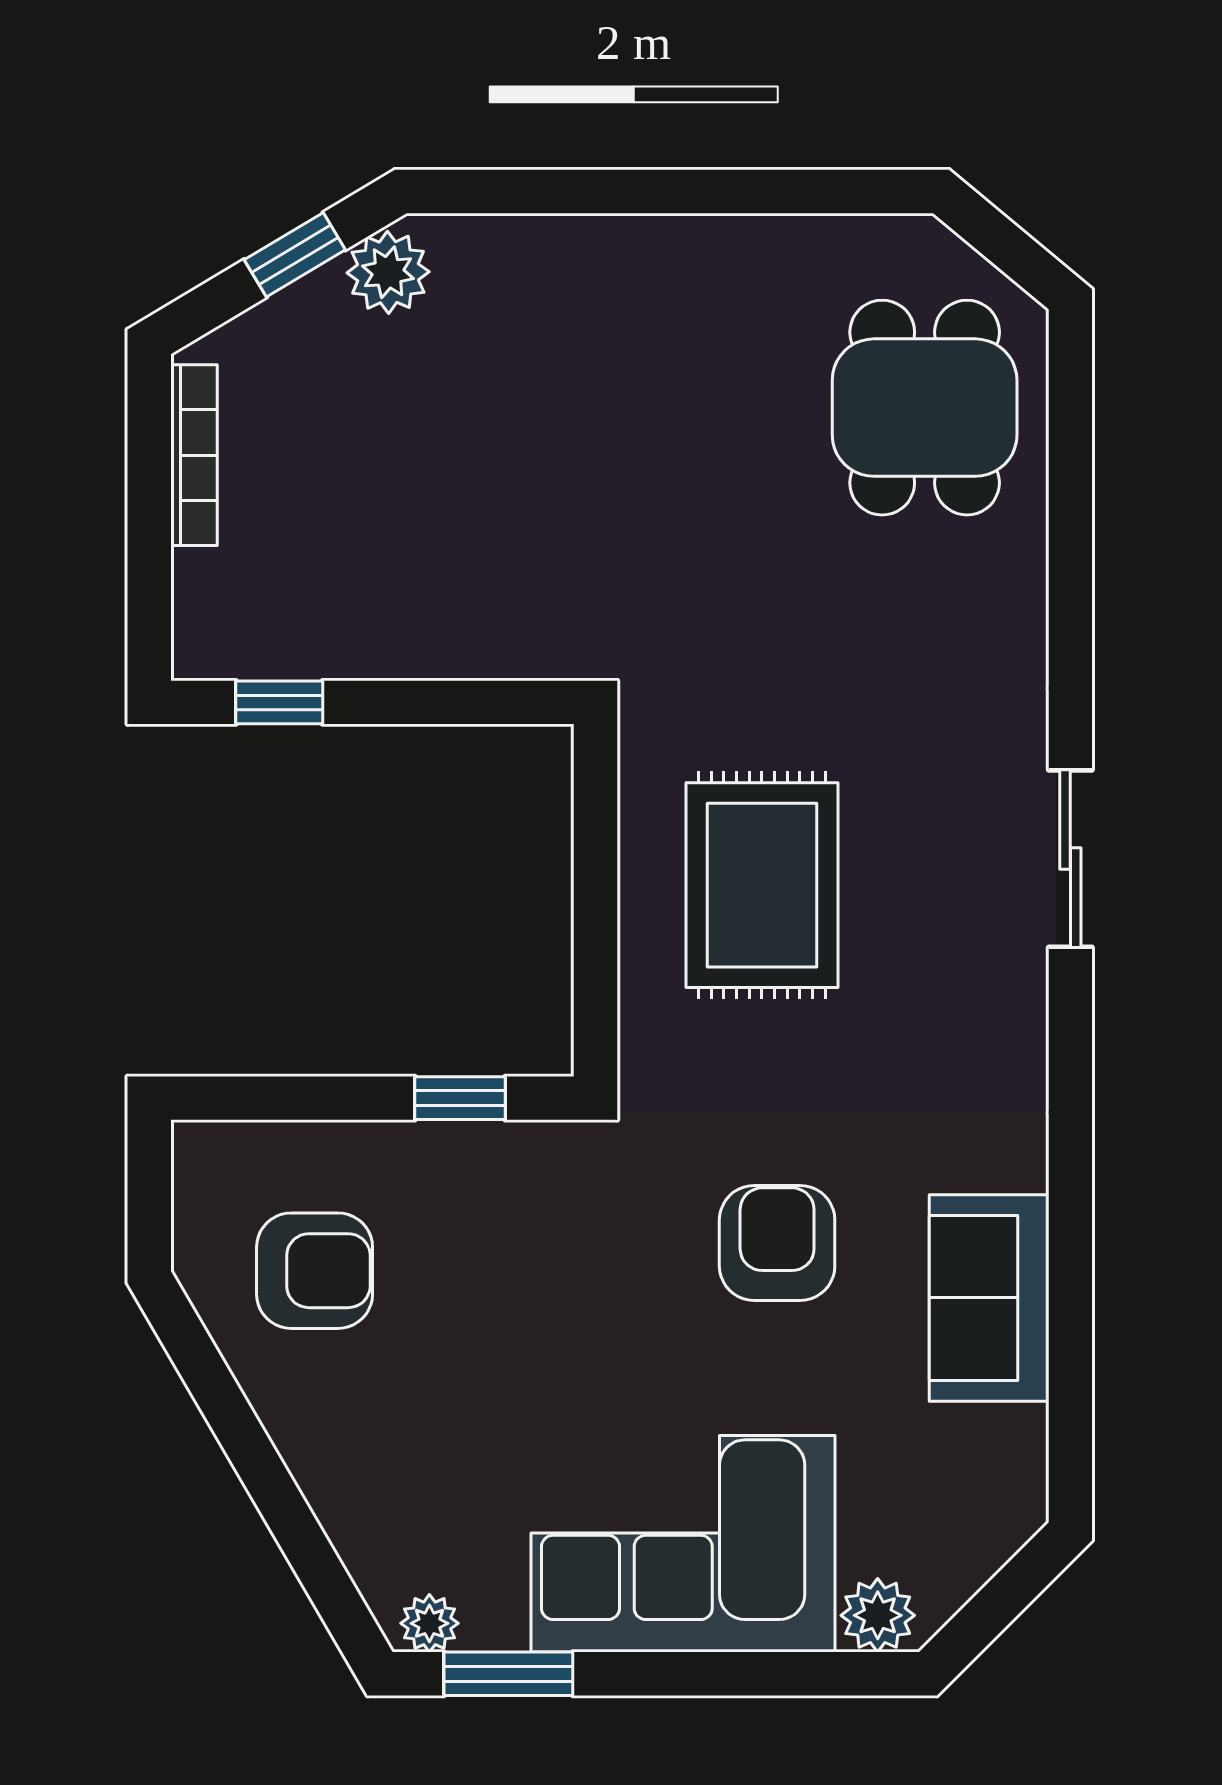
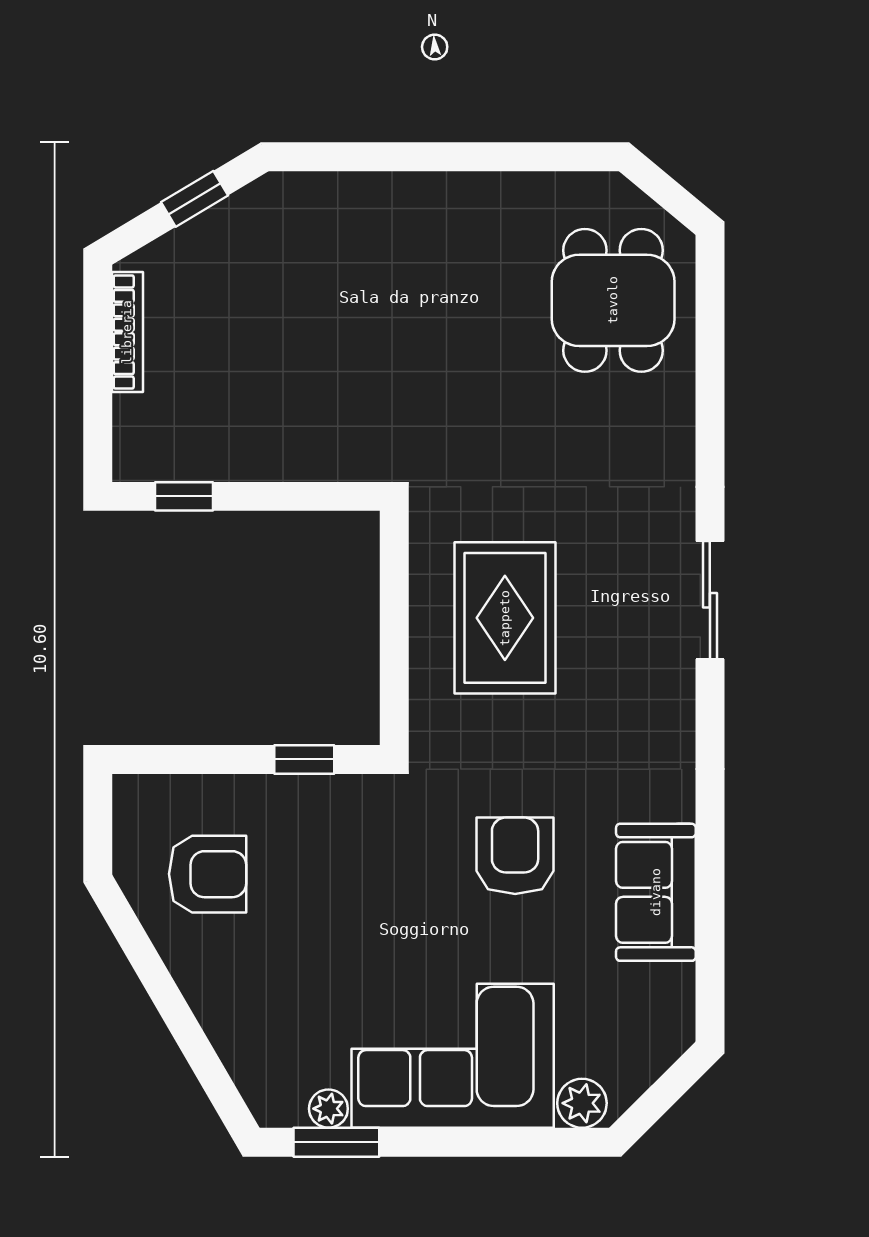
plant: (388, 272) -> (256, 210), removed
plant: (429, 1623) -> (328, 1109), moved

